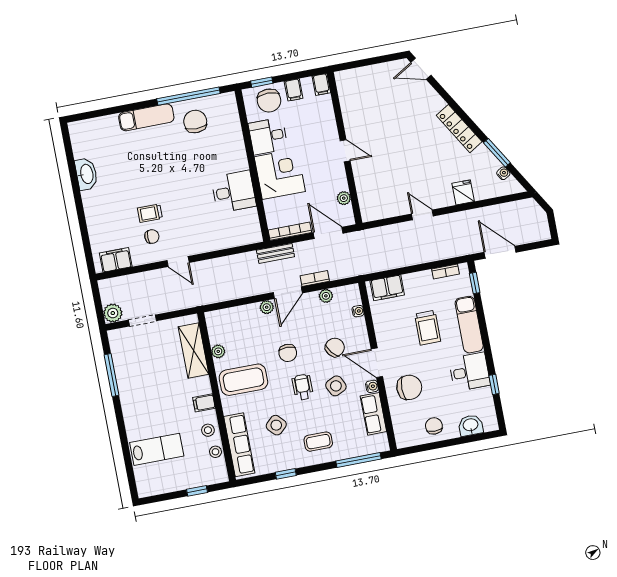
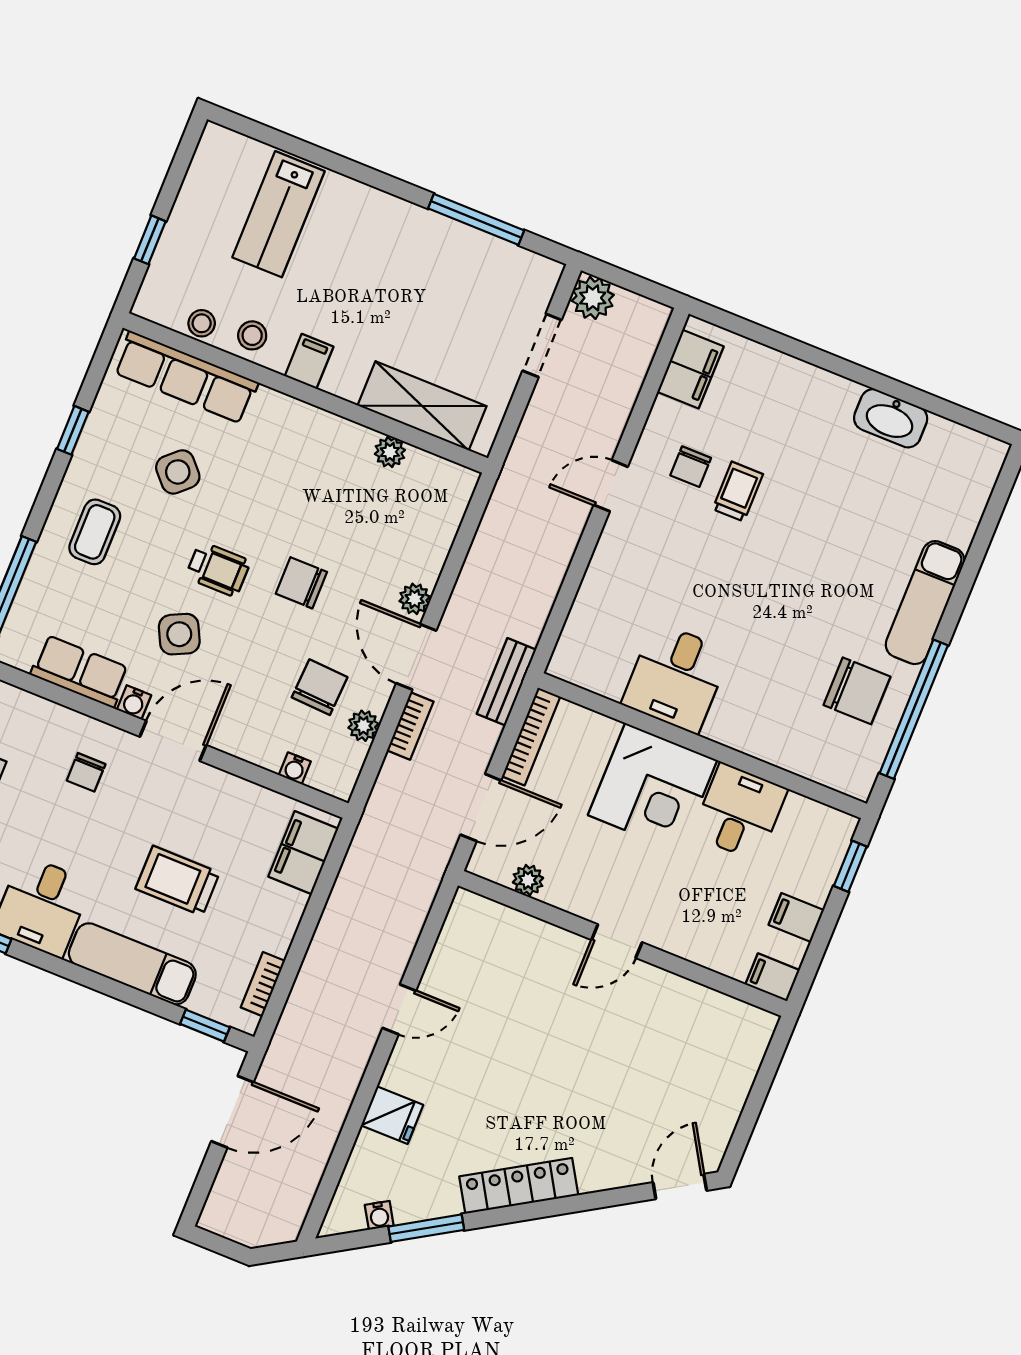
chair: (269, 101) -> (806, 857), removed
chair: (335, 347) -> (320, 687), moved, turned -138
coffee table: (243, 380) -> (305, 465), removed
chair: (409, 387) -> (86, 772), width x0.54, depth x0.54

